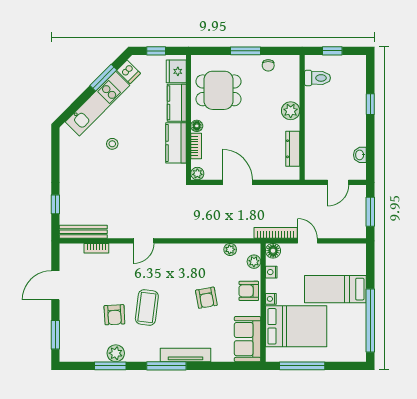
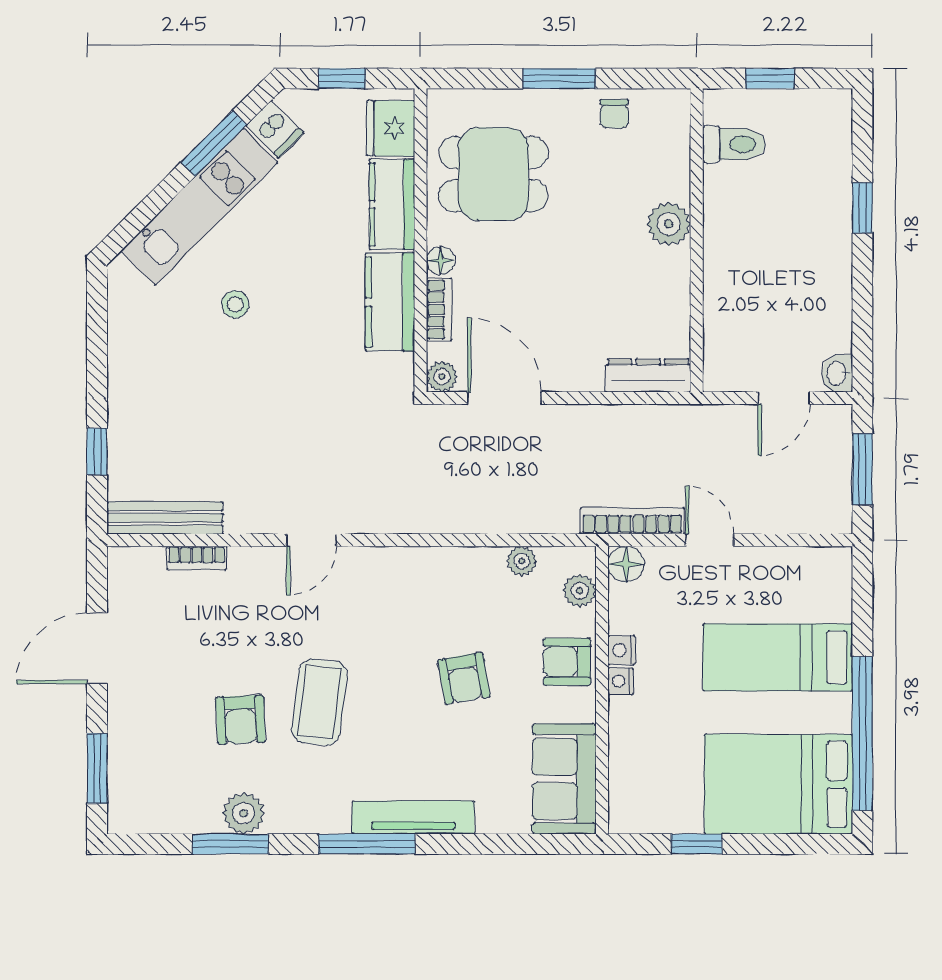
dresser: (293, 149) -> (648, 375), moved, turned 90
washbasin: (360, 155) -> (837, 373), moved
door: (237, 182) -> (505, 398), moved
nightstand: (271, 272) -> (622, 650), moved
bed: (296, 326) -> (778, 784), moved, turned 180
window: (302, 366) -> (697, 844), width x0.46

